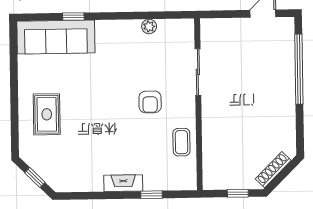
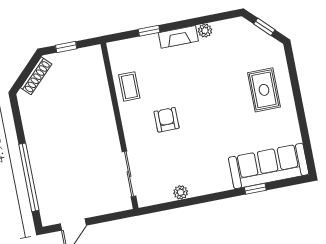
sliding door: (198, 72) -> (129, 174), moved
plant: (95, 185) -> (205, 31), added

